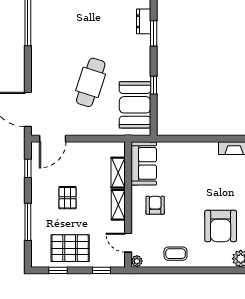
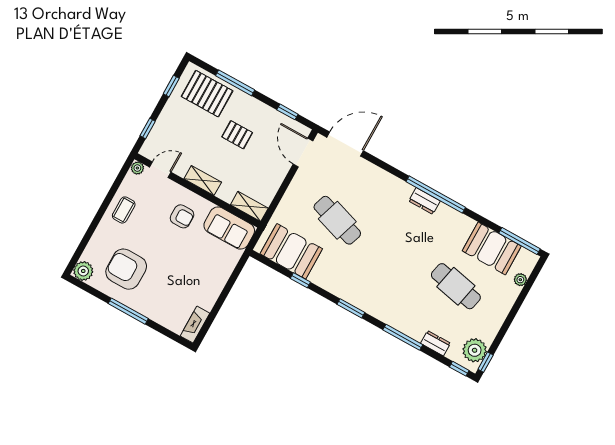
dresser: (144, 21) -> (424, 201), moved, turned 180
shelving: (118, 173) -> (249, 206), moved
pallet: (70, 248) -> (207, 94), moved, turned 90

